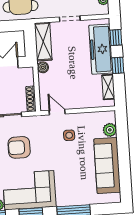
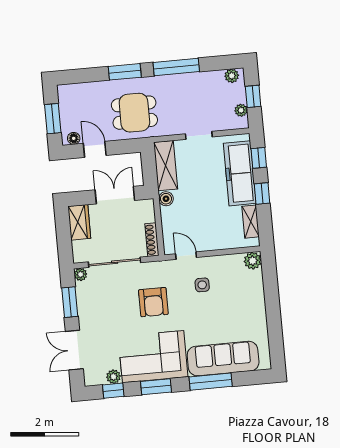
plant: (110, 130) -> (253, 261), moved
armchair: (19, 147) -> (153, 302), moved, turned -90
sofa: (107, 166) -> (223, 359), moved, turned 90

